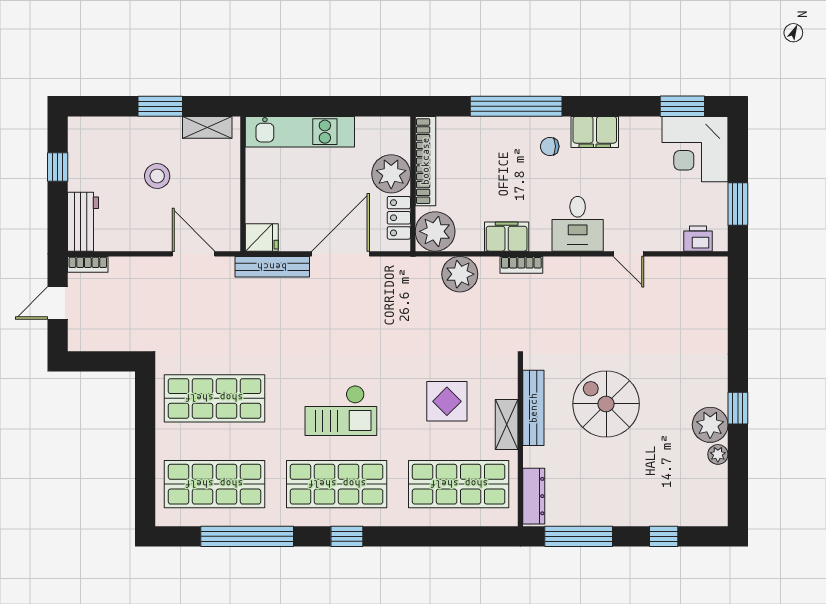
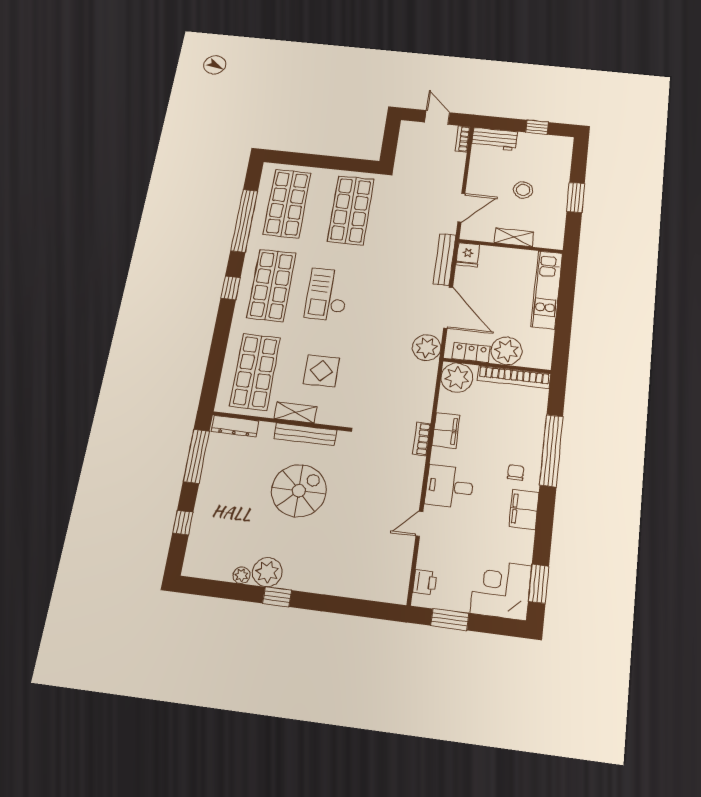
shelving: (207, 127) -> (514, 237), moved, turned 90
plant: (460, 274) -> (427, 348), moved

